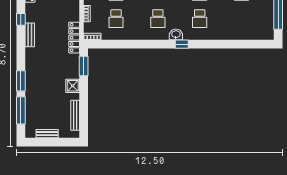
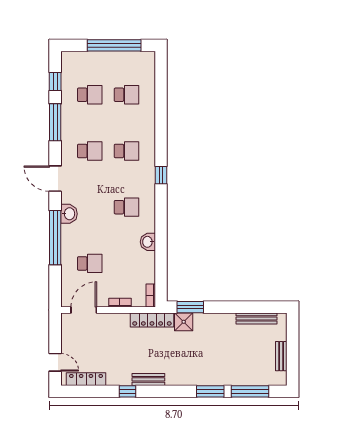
school desk: (116, 19) -> (126, 95), moved
washbasin: (176, 34) -> (148, 242), moved
shower: (73, 86) -> (184, 322), moved

